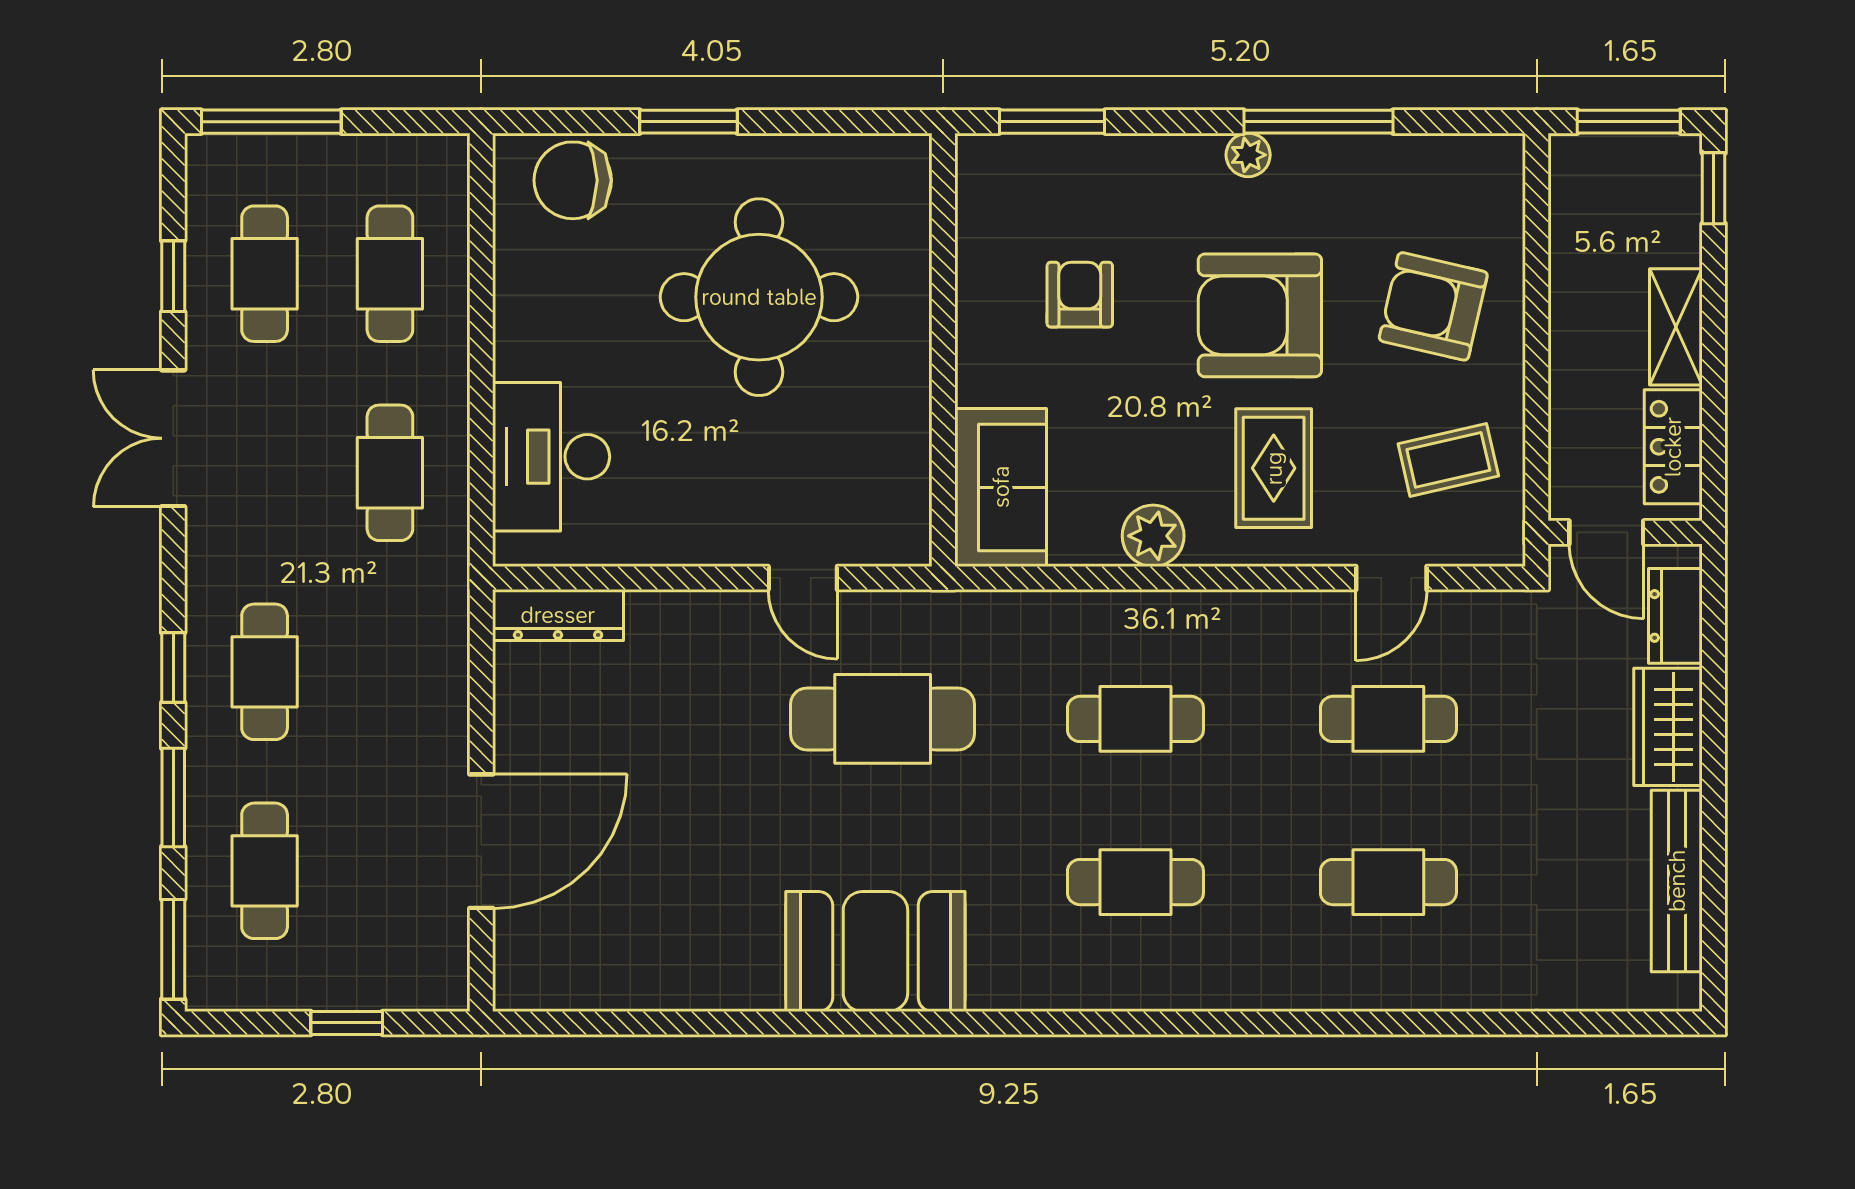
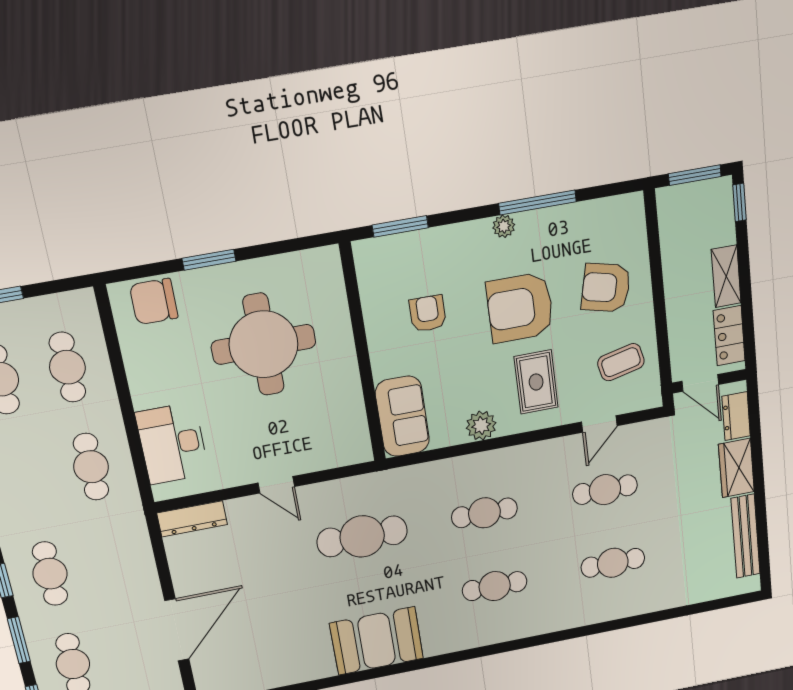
door: (803, 578) -> (276, 485), moved

